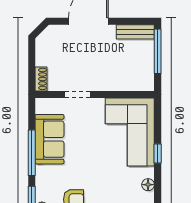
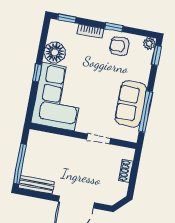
shoe rack: (41, 79) -> (126, 171), moved
window: (32, 153) -> (146, 112), moved
floor lamp: (148, 185) -> (55, 53), width x1.89, depth x1.89

